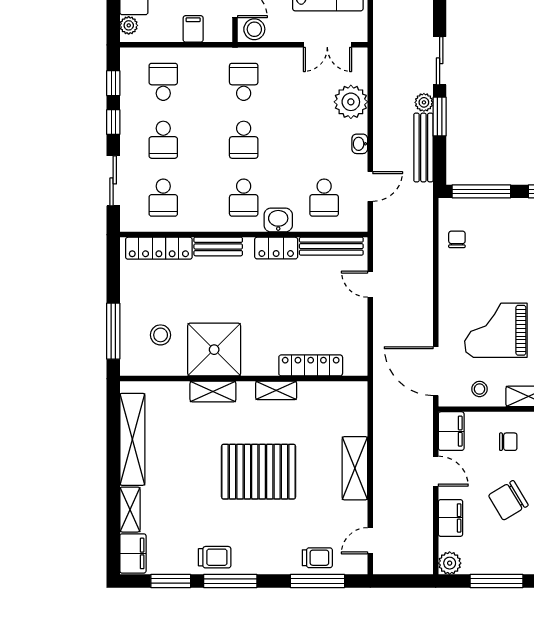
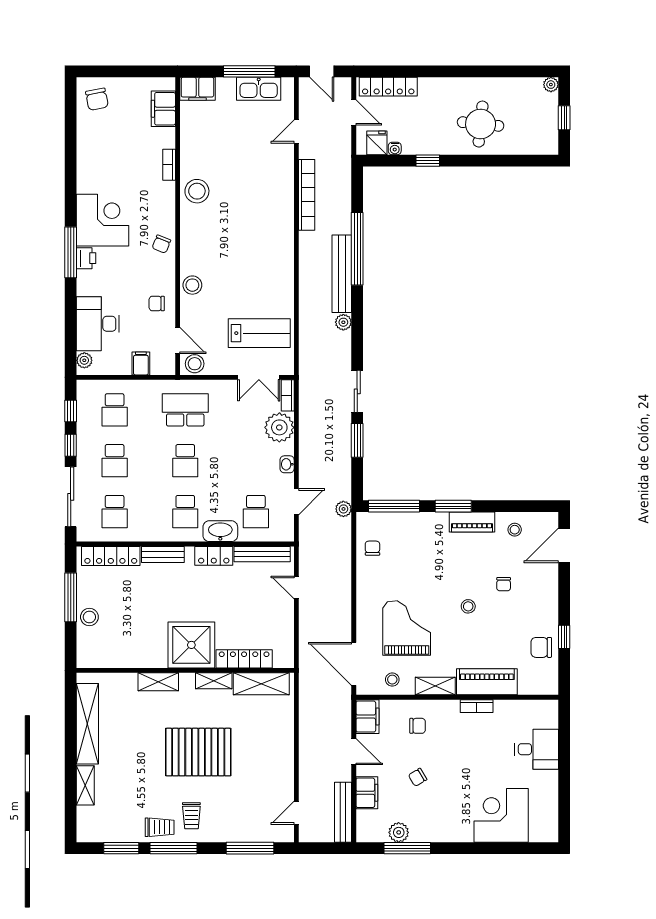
bookcase: (360, 65) -> (288, 395), added
school desk: (163, 82) -> (115, 410), turned 180
school desk: (244, 82) -> (185, 410), width x1.85
plant: (424, 102) -> (343, 509), moved
bench: (423, 148) -> (343, 812), moved
sliding door: (113, 181) -> (71, 497), width x1.37
washbasin: (278, 220) -> (220, 531), width x1.38
grand piano: (496, 330) -> (407, 628), turned 90
window: (113, 331) -> (71, 597), moved
stool: (161, 335) -> (89, 617), moved
shower: (214, 350) -> (191, 645), moved
shelving: (355, 468) -> (261, 684), moved, turned 90
chair: (508, 500) -> (418, 777), width x0.54, depth x0.54
filing cabinet: (133, 553) -> (88, 824), removed
trolley: (317, 558) -> (191, 816), moved, turned 90
plant: (450, 563) -> (399, 832), moved

